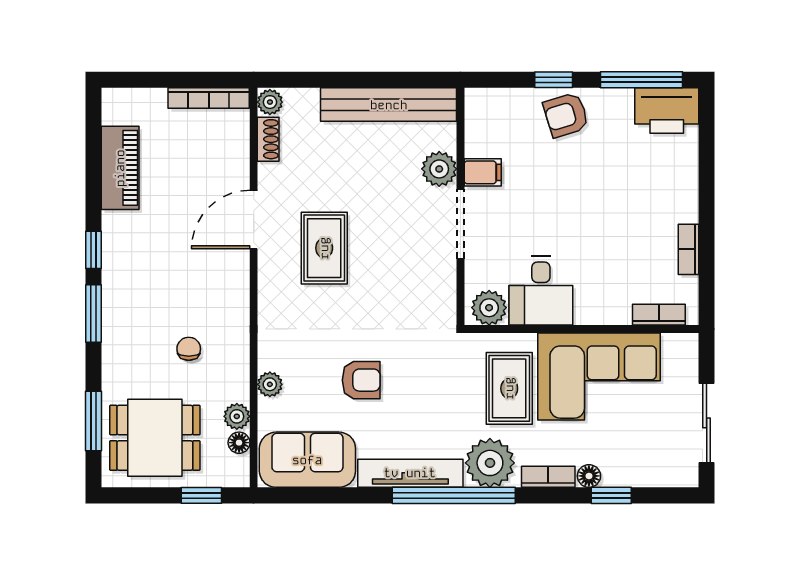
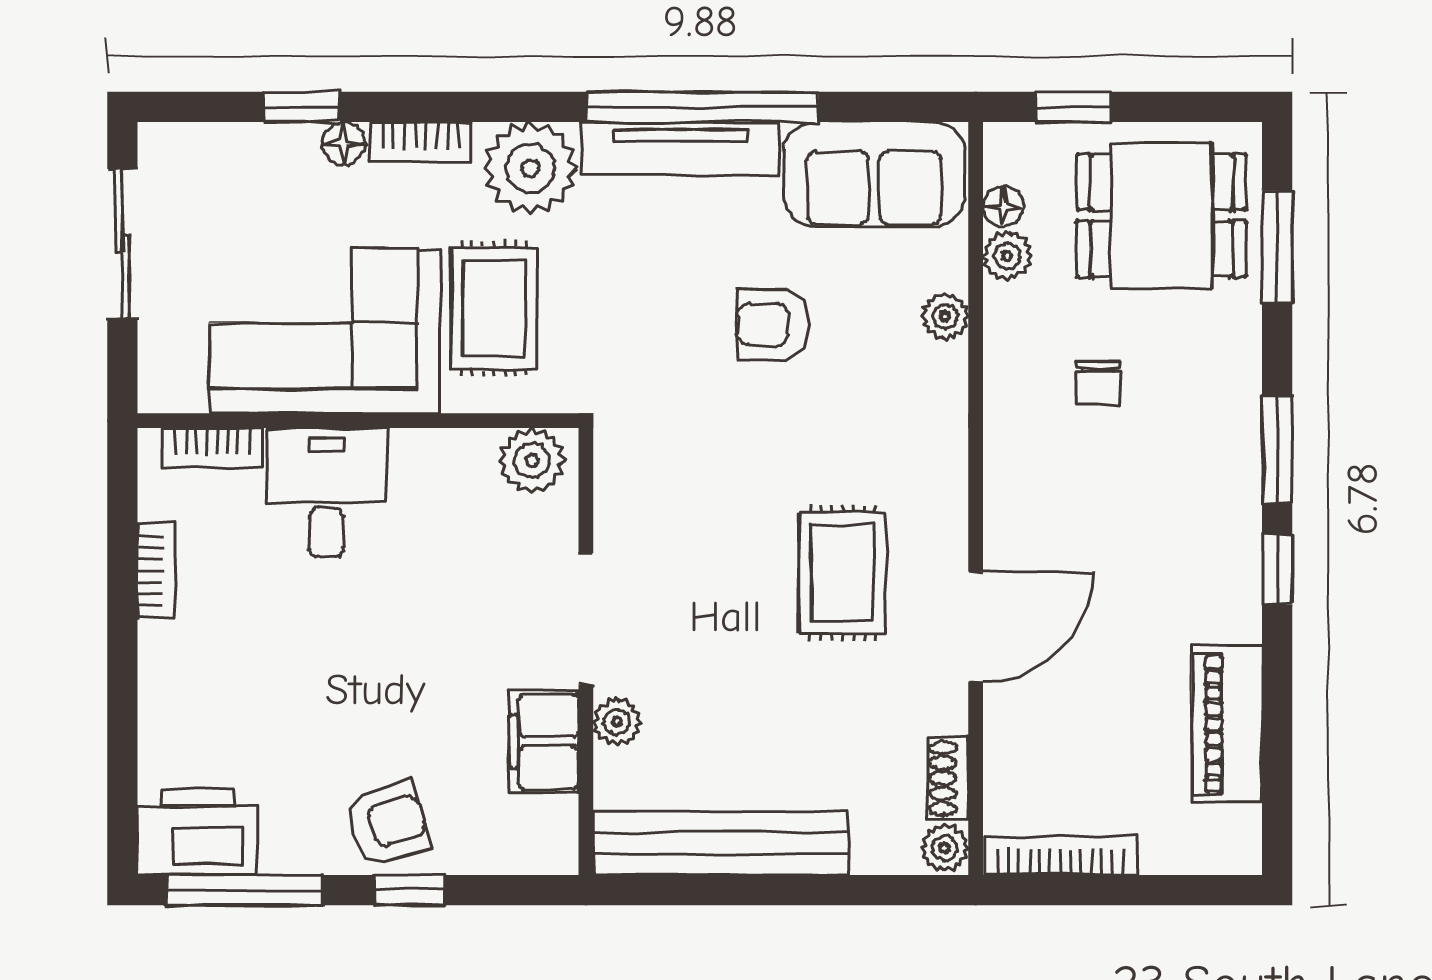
plant: (439, 169) -> (617, 722), width x0.73, depth x0.73
filing cabinet: (483, 172) -> (544, 742), width x2.00
desk: (541, 291) -> (326, 492), moved
window: (454, 495) -> (702, 107), moved

